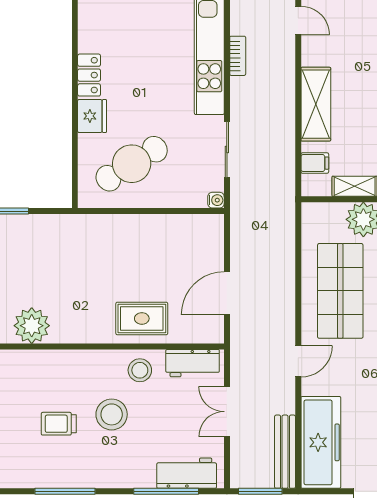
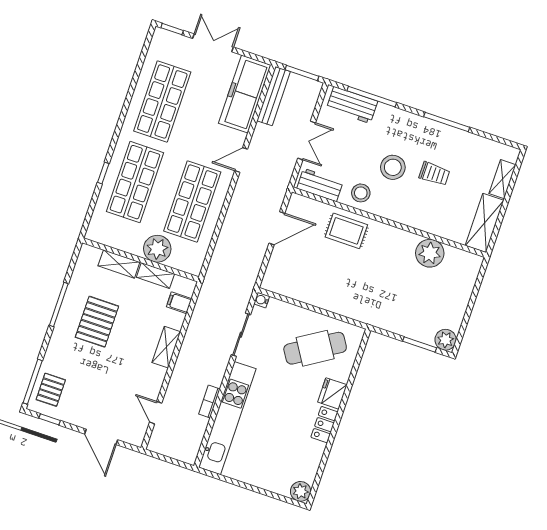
shelving: (316, 104) -> (166, 347), width x0.67, depth x0.75

